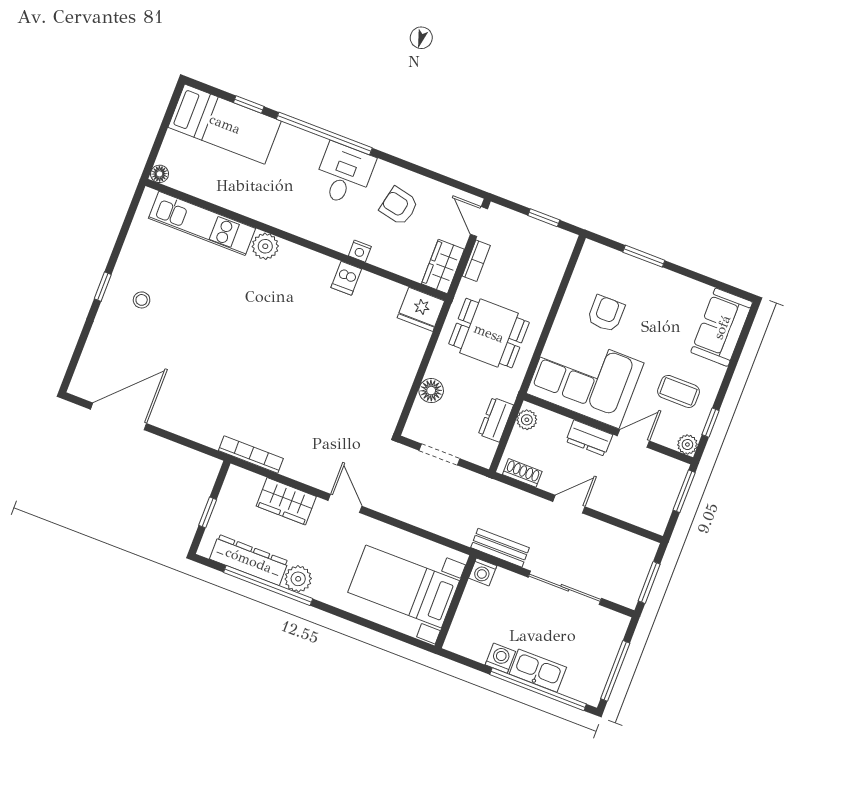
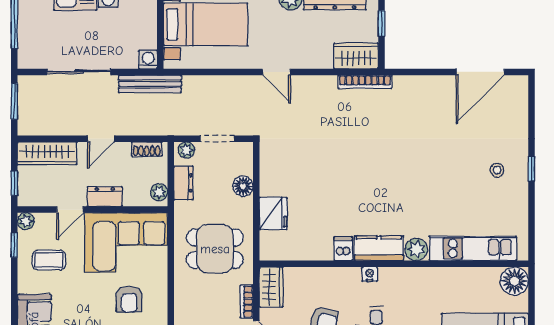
floor lamp: (160, 174) -> (514, 281), width x1.89, depth x1.89
nightstand: (360, 251) -> (370, 274), moved
kitchen counter: (307, 263) -> (379, 248), added
fridge: (421, 309) -> (273, 213), moved, turned 90
plant: (479, 455) -> (186, 150), added
window: (684, 491) -> (14, 183), width x0.67
wardrobe: (286, 501) -> (356, 56), moved
wardrobe: (635, 511) -> (47, 153), added
bench: (500, 548) -> (150, 84), width x1.36

